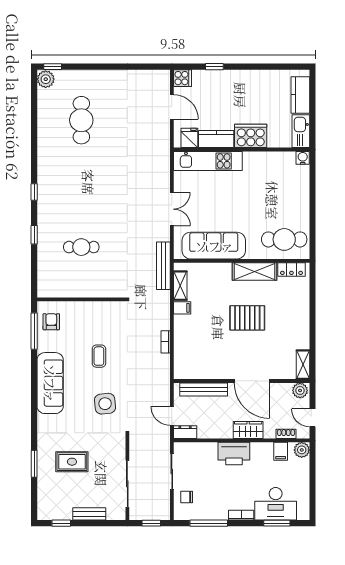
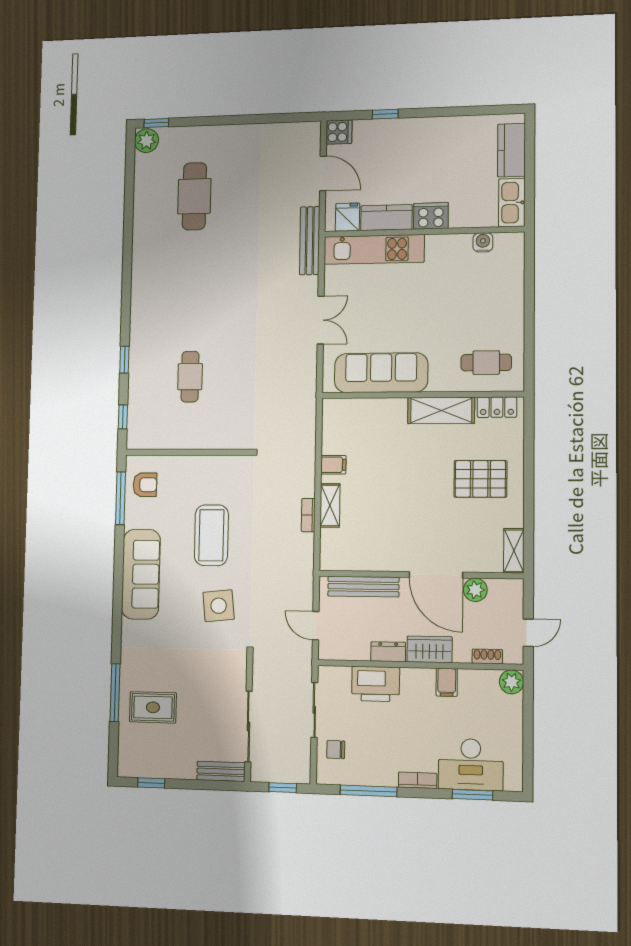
cooker: (251, 136) -> (431, 216), width x0.73, depth x0.76
water cooler: (303, 158) -> (483, 242), moved
window: (34, 192) -> (123, 417), moved
cafe table: (284, 239) -> (486, 363), width x0.73, depth x0.74
cafe table: (81, 247) -> (190, 377), turned 90
bench: (163, 266) -> (310, 241), moved
shelving: (180, 286) -> (330, 505), moved
pallet: (247, 318) -> (480, 479), moved
armchair: (51, 322) -> (145, 485), turned 90
coffee table: (99, 356) -> (211, 535), width x1.86, depth x1.72
plant: (300, 390) -> (475, 590), moved
door: (312, 418) -> (528, 633), swing flipped
dresser: (185, 432) -> (388, 652), moved
filing cabinet: (281, 451) -> (447, 682), moved
printer: (234, 453) -> (376, 684), moved
rug: (72, 462) -> (153, 707), moved
window: (34, 464) -> (115, 693), width x1.44
bench: (89, 514) -> (221, 771), moved

